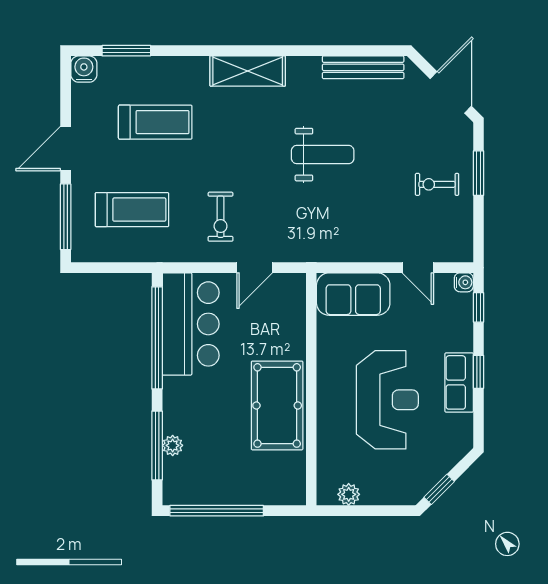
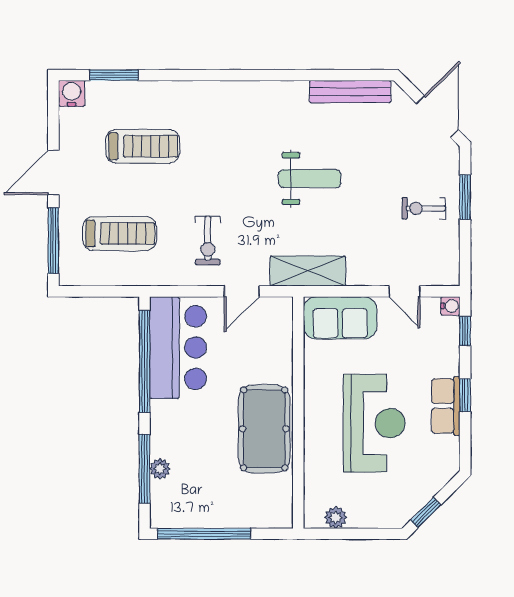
shelving: (248, 71) -> (308, 271), moved

